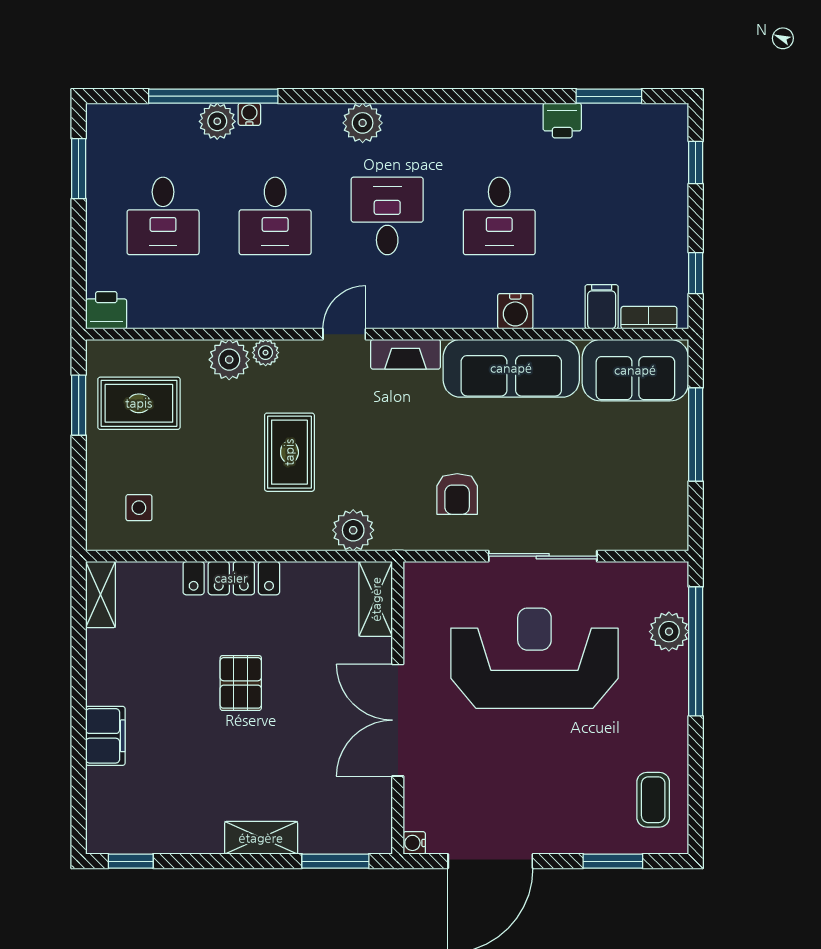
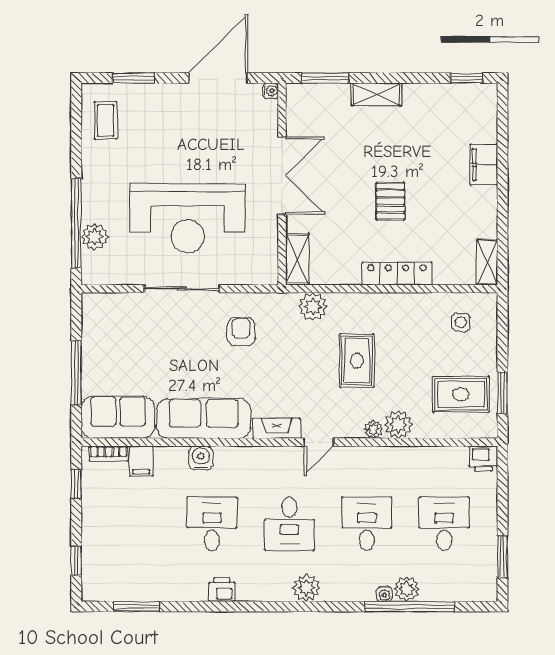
printer: (562, 120) -> (222, 590), moved

